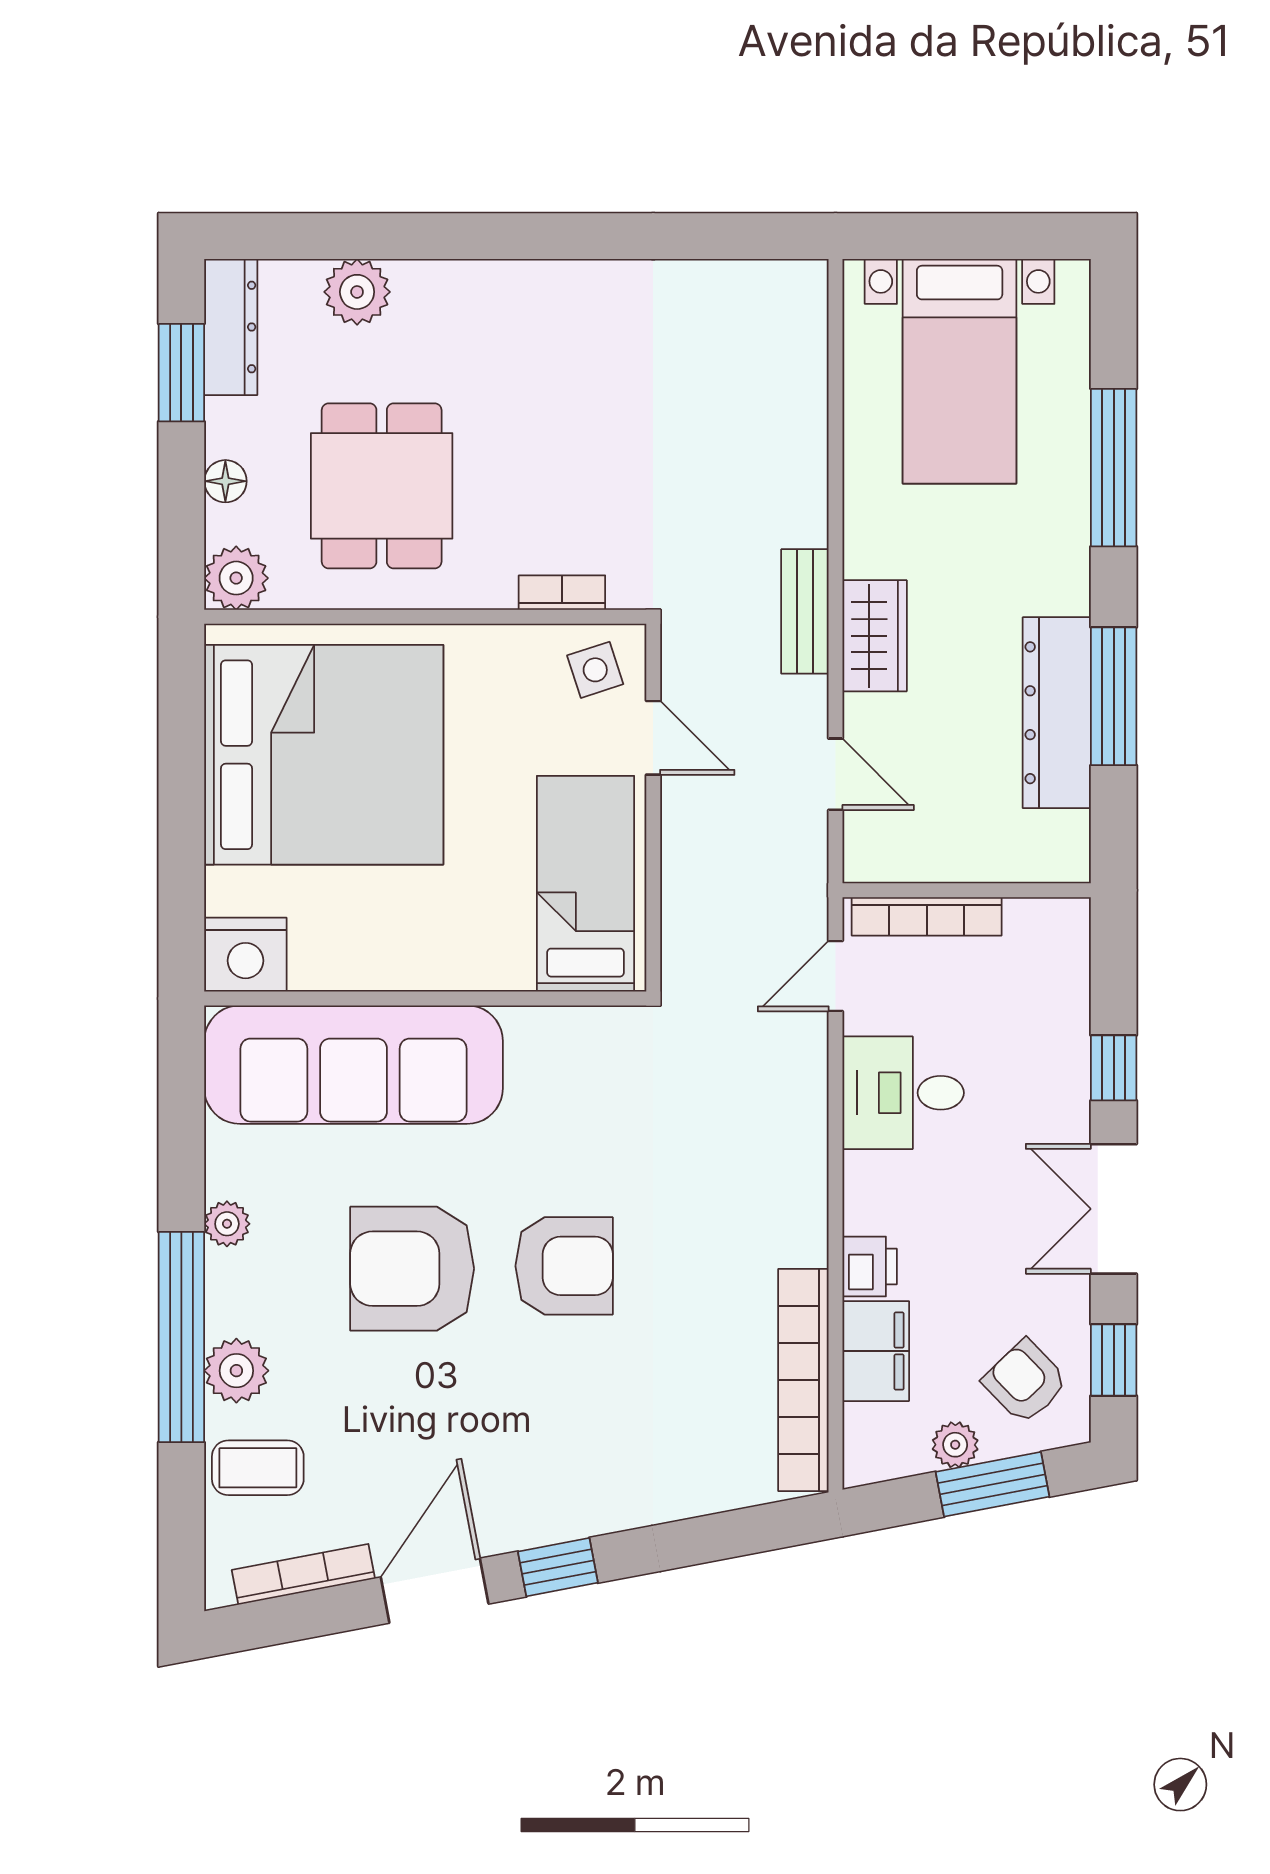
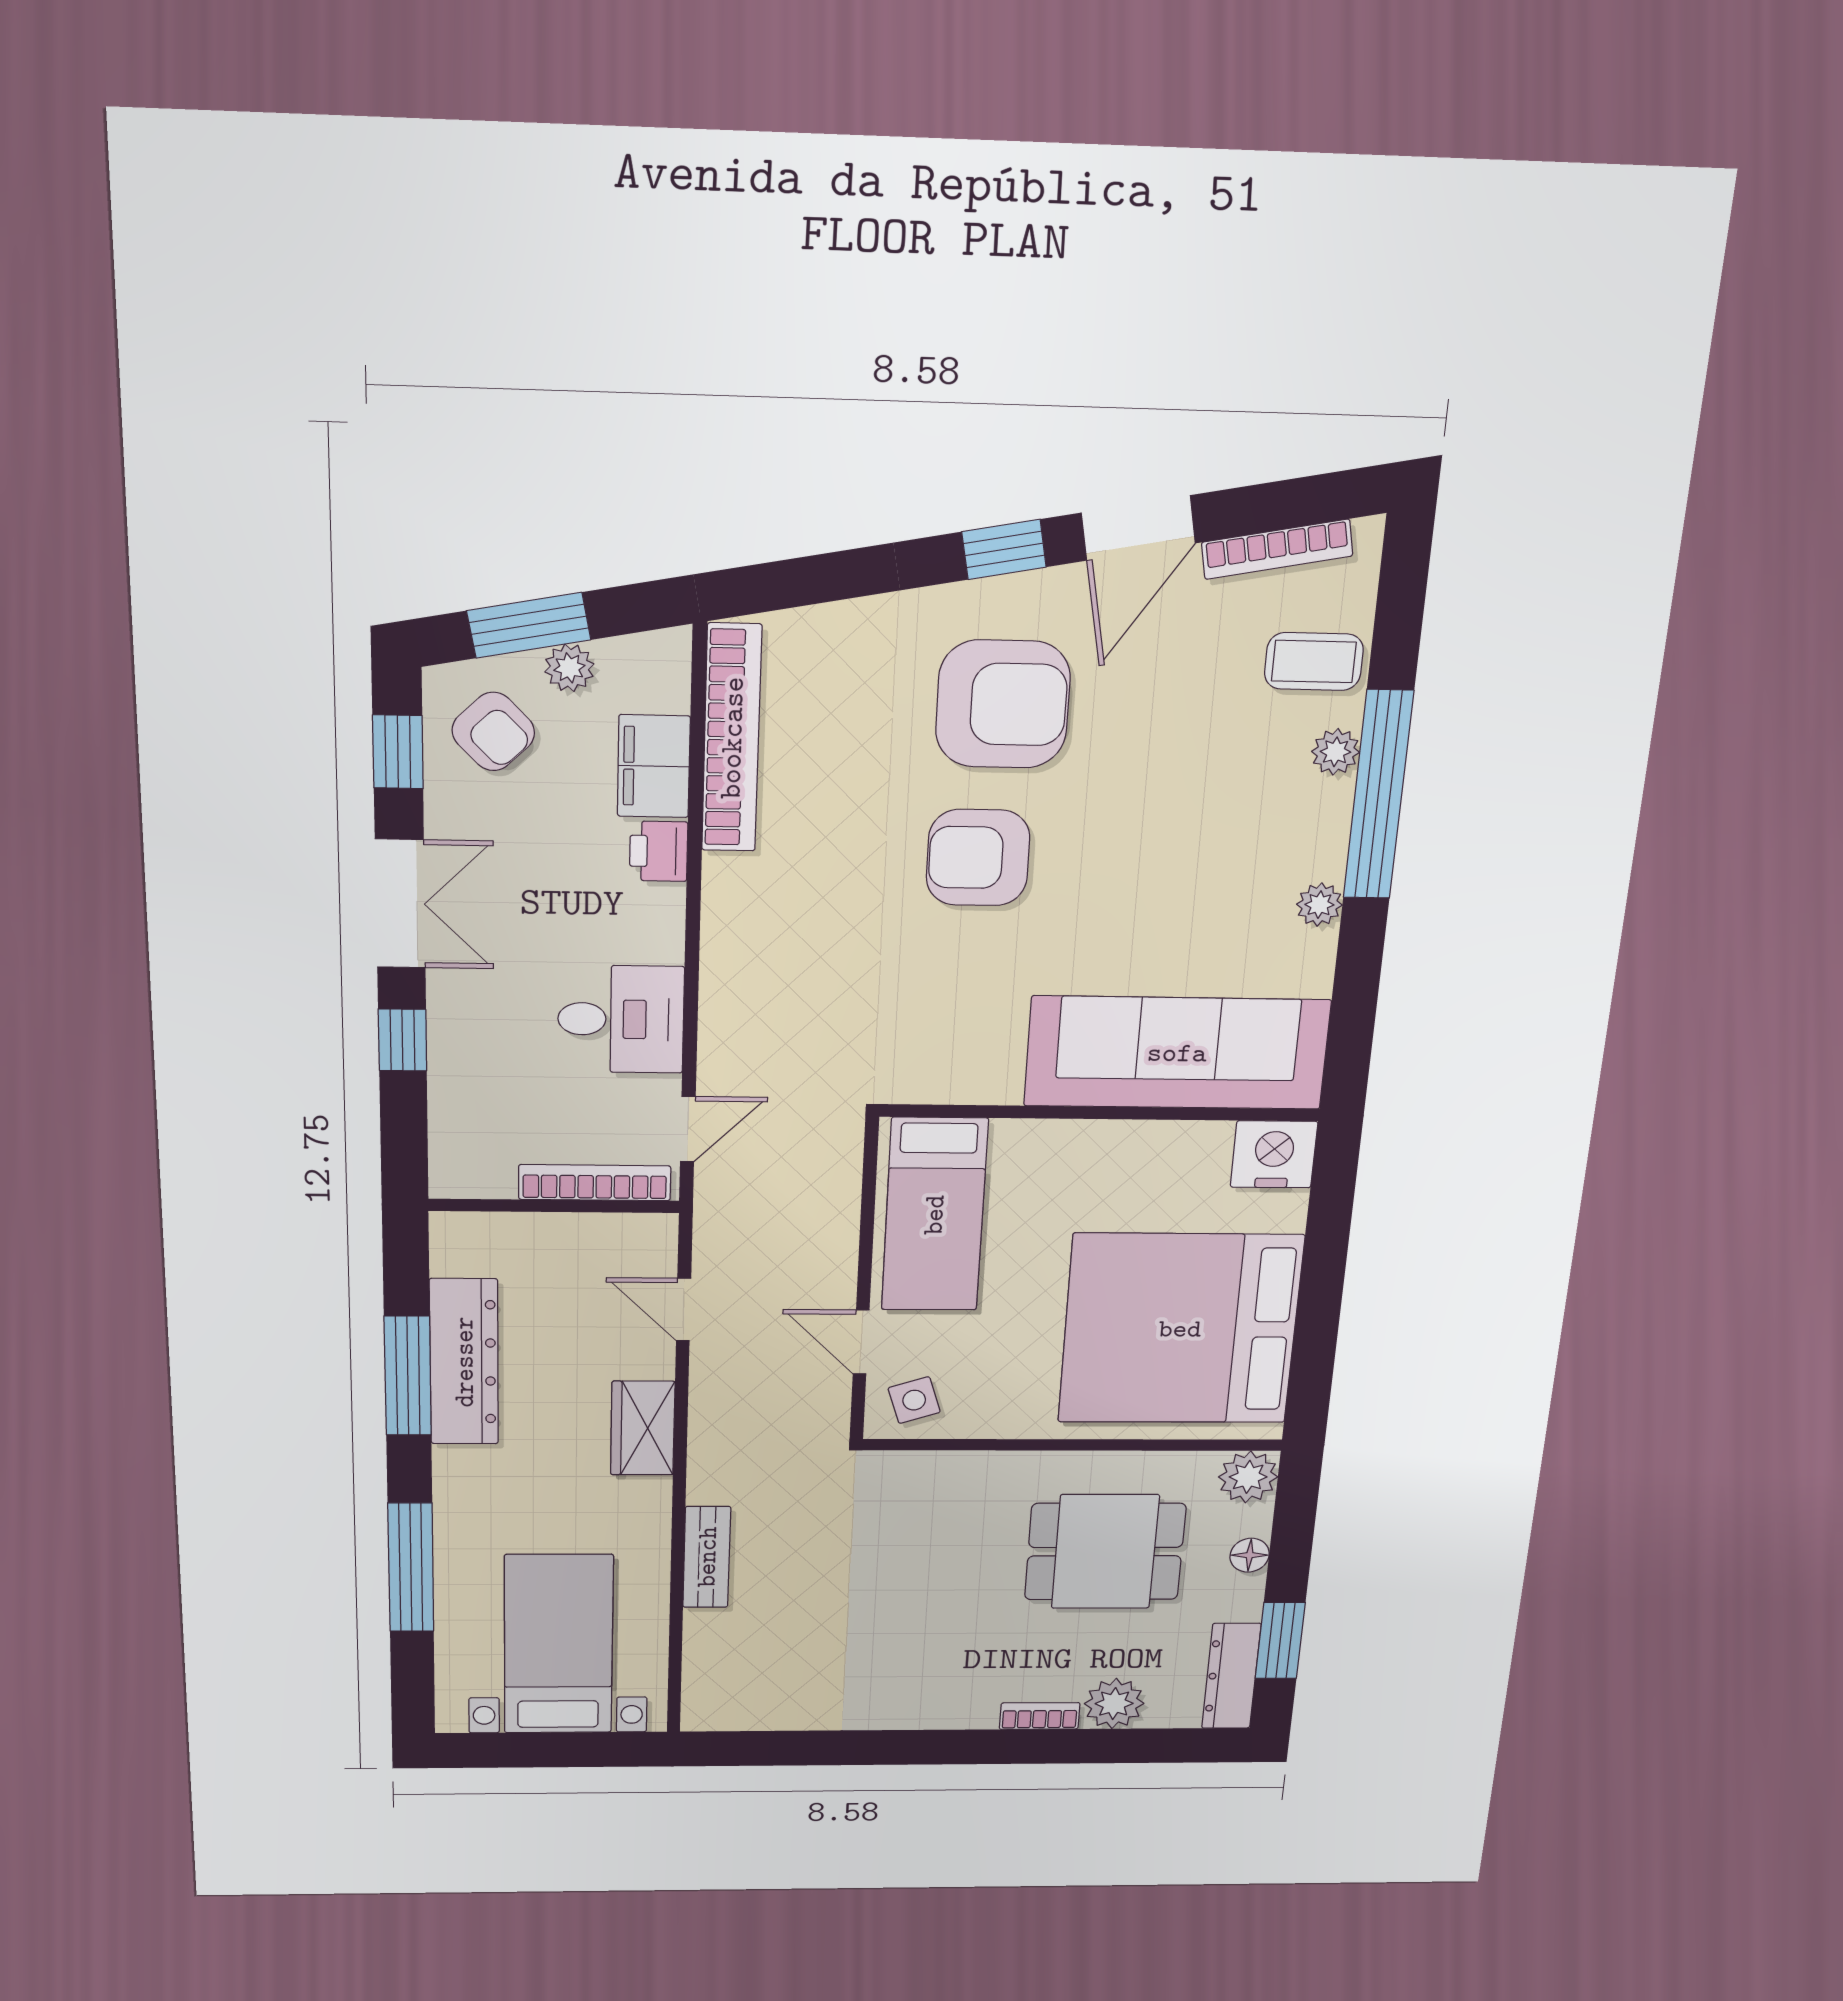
dining table: (382, 486) -> (1105, 1552), turned 90
bookcase: (562, 593) -> (1040, 1716), moved, turned 180
bench: (805, 611) -> (707, 1557), moved
armchair: (412, 1269) -> (1003, 704), moved
plant: (236, 1371) -> (1336, 752), width x0.73, depth x0.73

